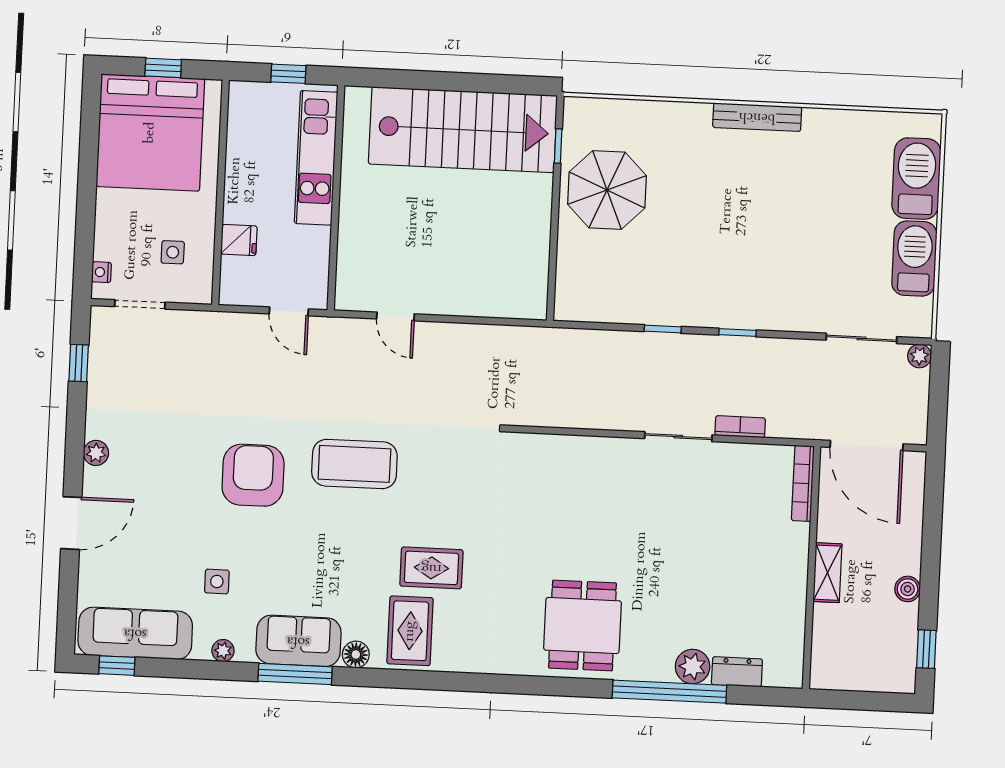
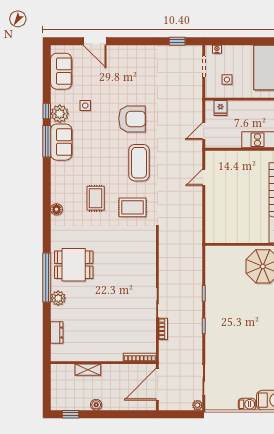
fridge: (239, 240) -> (221, 108), moved
barbecue: (914, 259) -> (247, 404), width x0.53, depth x0.65
plant: (96, 453) -> (138, 50), removed
door: (71, 523) -> (95, 41), moved
shelving: (827, 573) -> (88, 370), moved
rug: (410, 631) -> (133, 207), moved
sofa: (135, 633) -> (61, 71), width x0.73
plant: (223, 651) -> (60, 114), width x1.87, depth x1.87
floor lamp: (356, 654) -> (56, 209), moved
window: (117, 666) -> (47, 111), moved
plant: (693, 667) -> (58, 298), moved
window: (669, 692) -> (47, 277), moved

